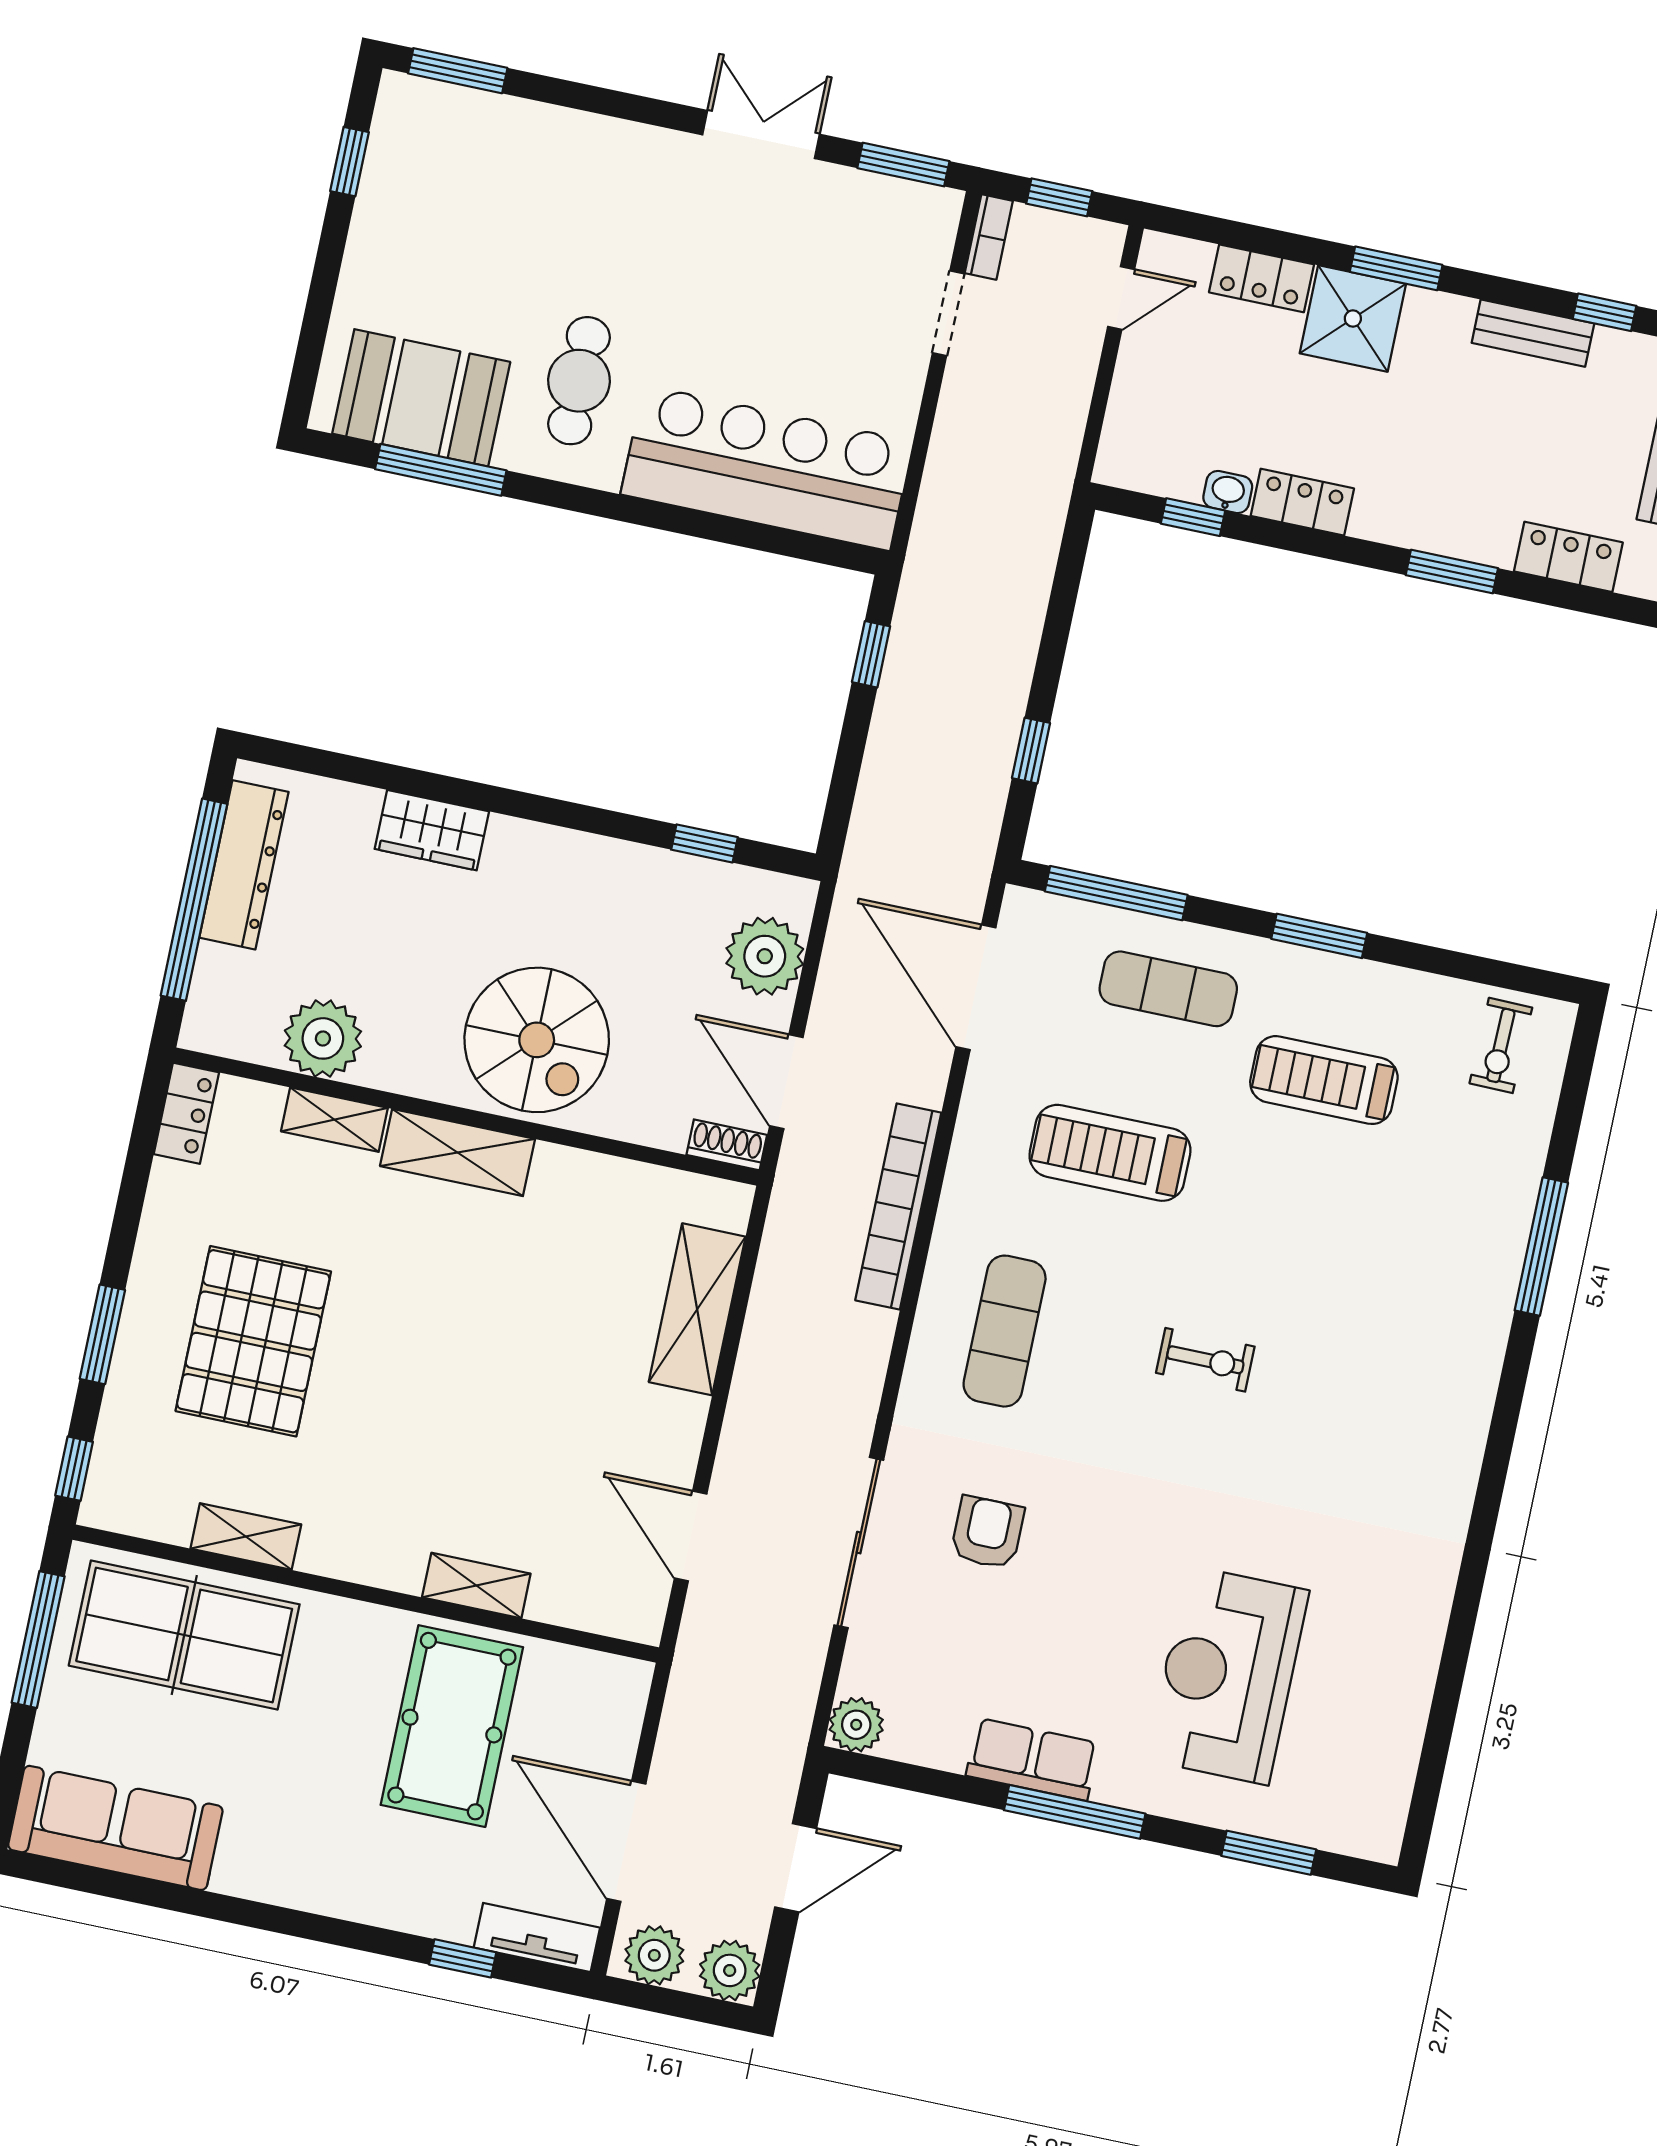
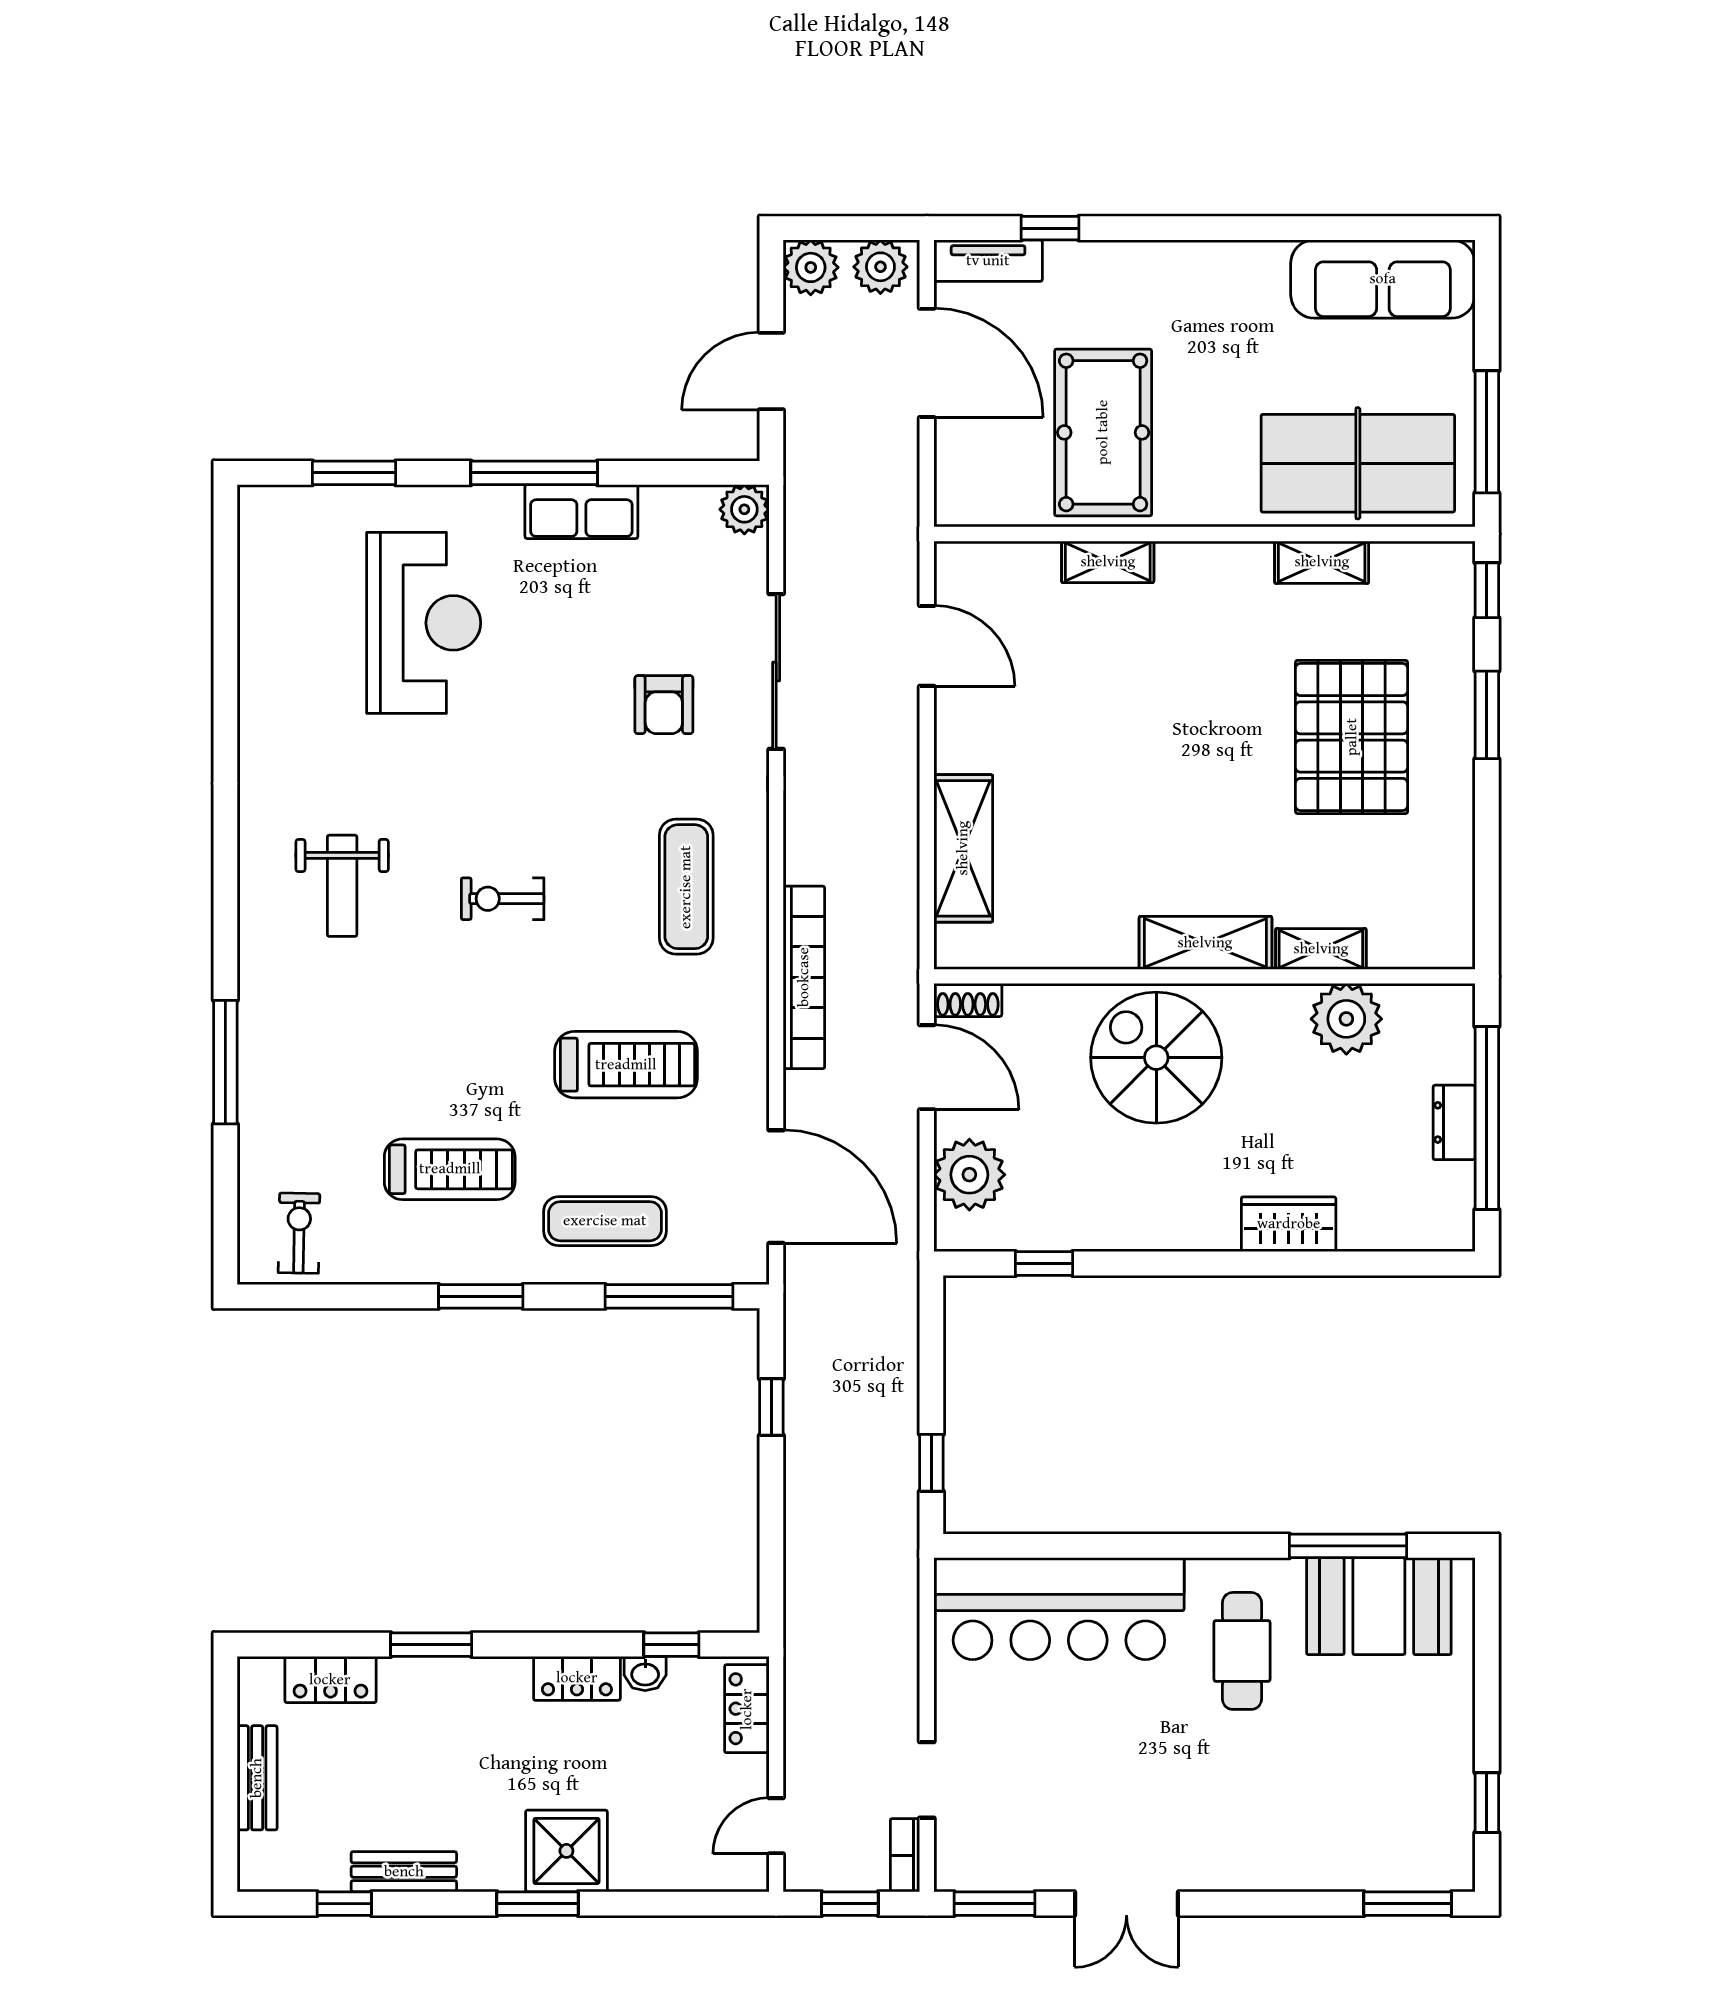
locker: (1262, 278) -> (747, 1709), moved, turned -90
dresser: (244, 865) -> (1454, 1122), width x0.51, depth x0.80
locker: (186, 1113) -> (1454, 927), removed
weight bench: (1375, 1410) -> (342, 886), added

